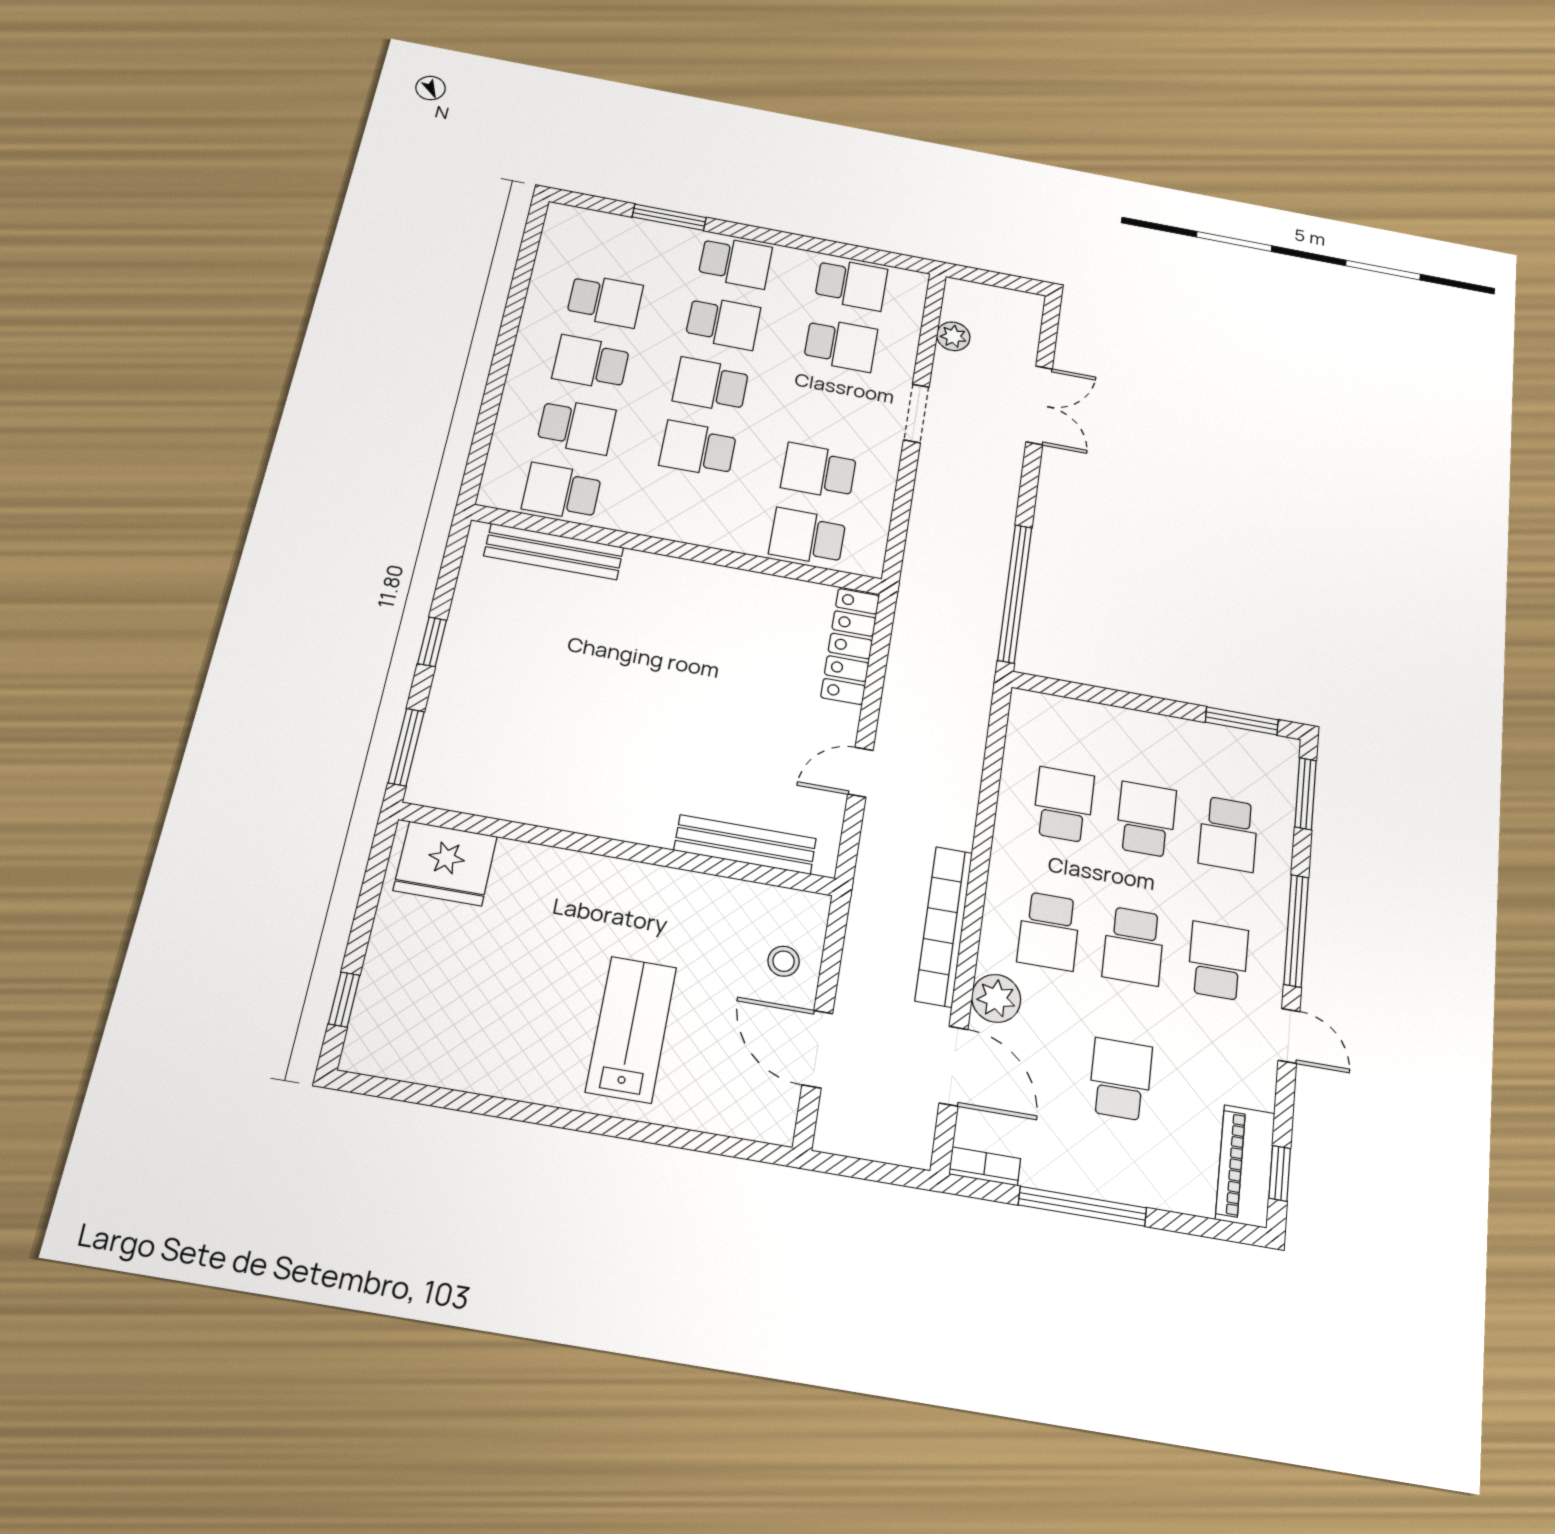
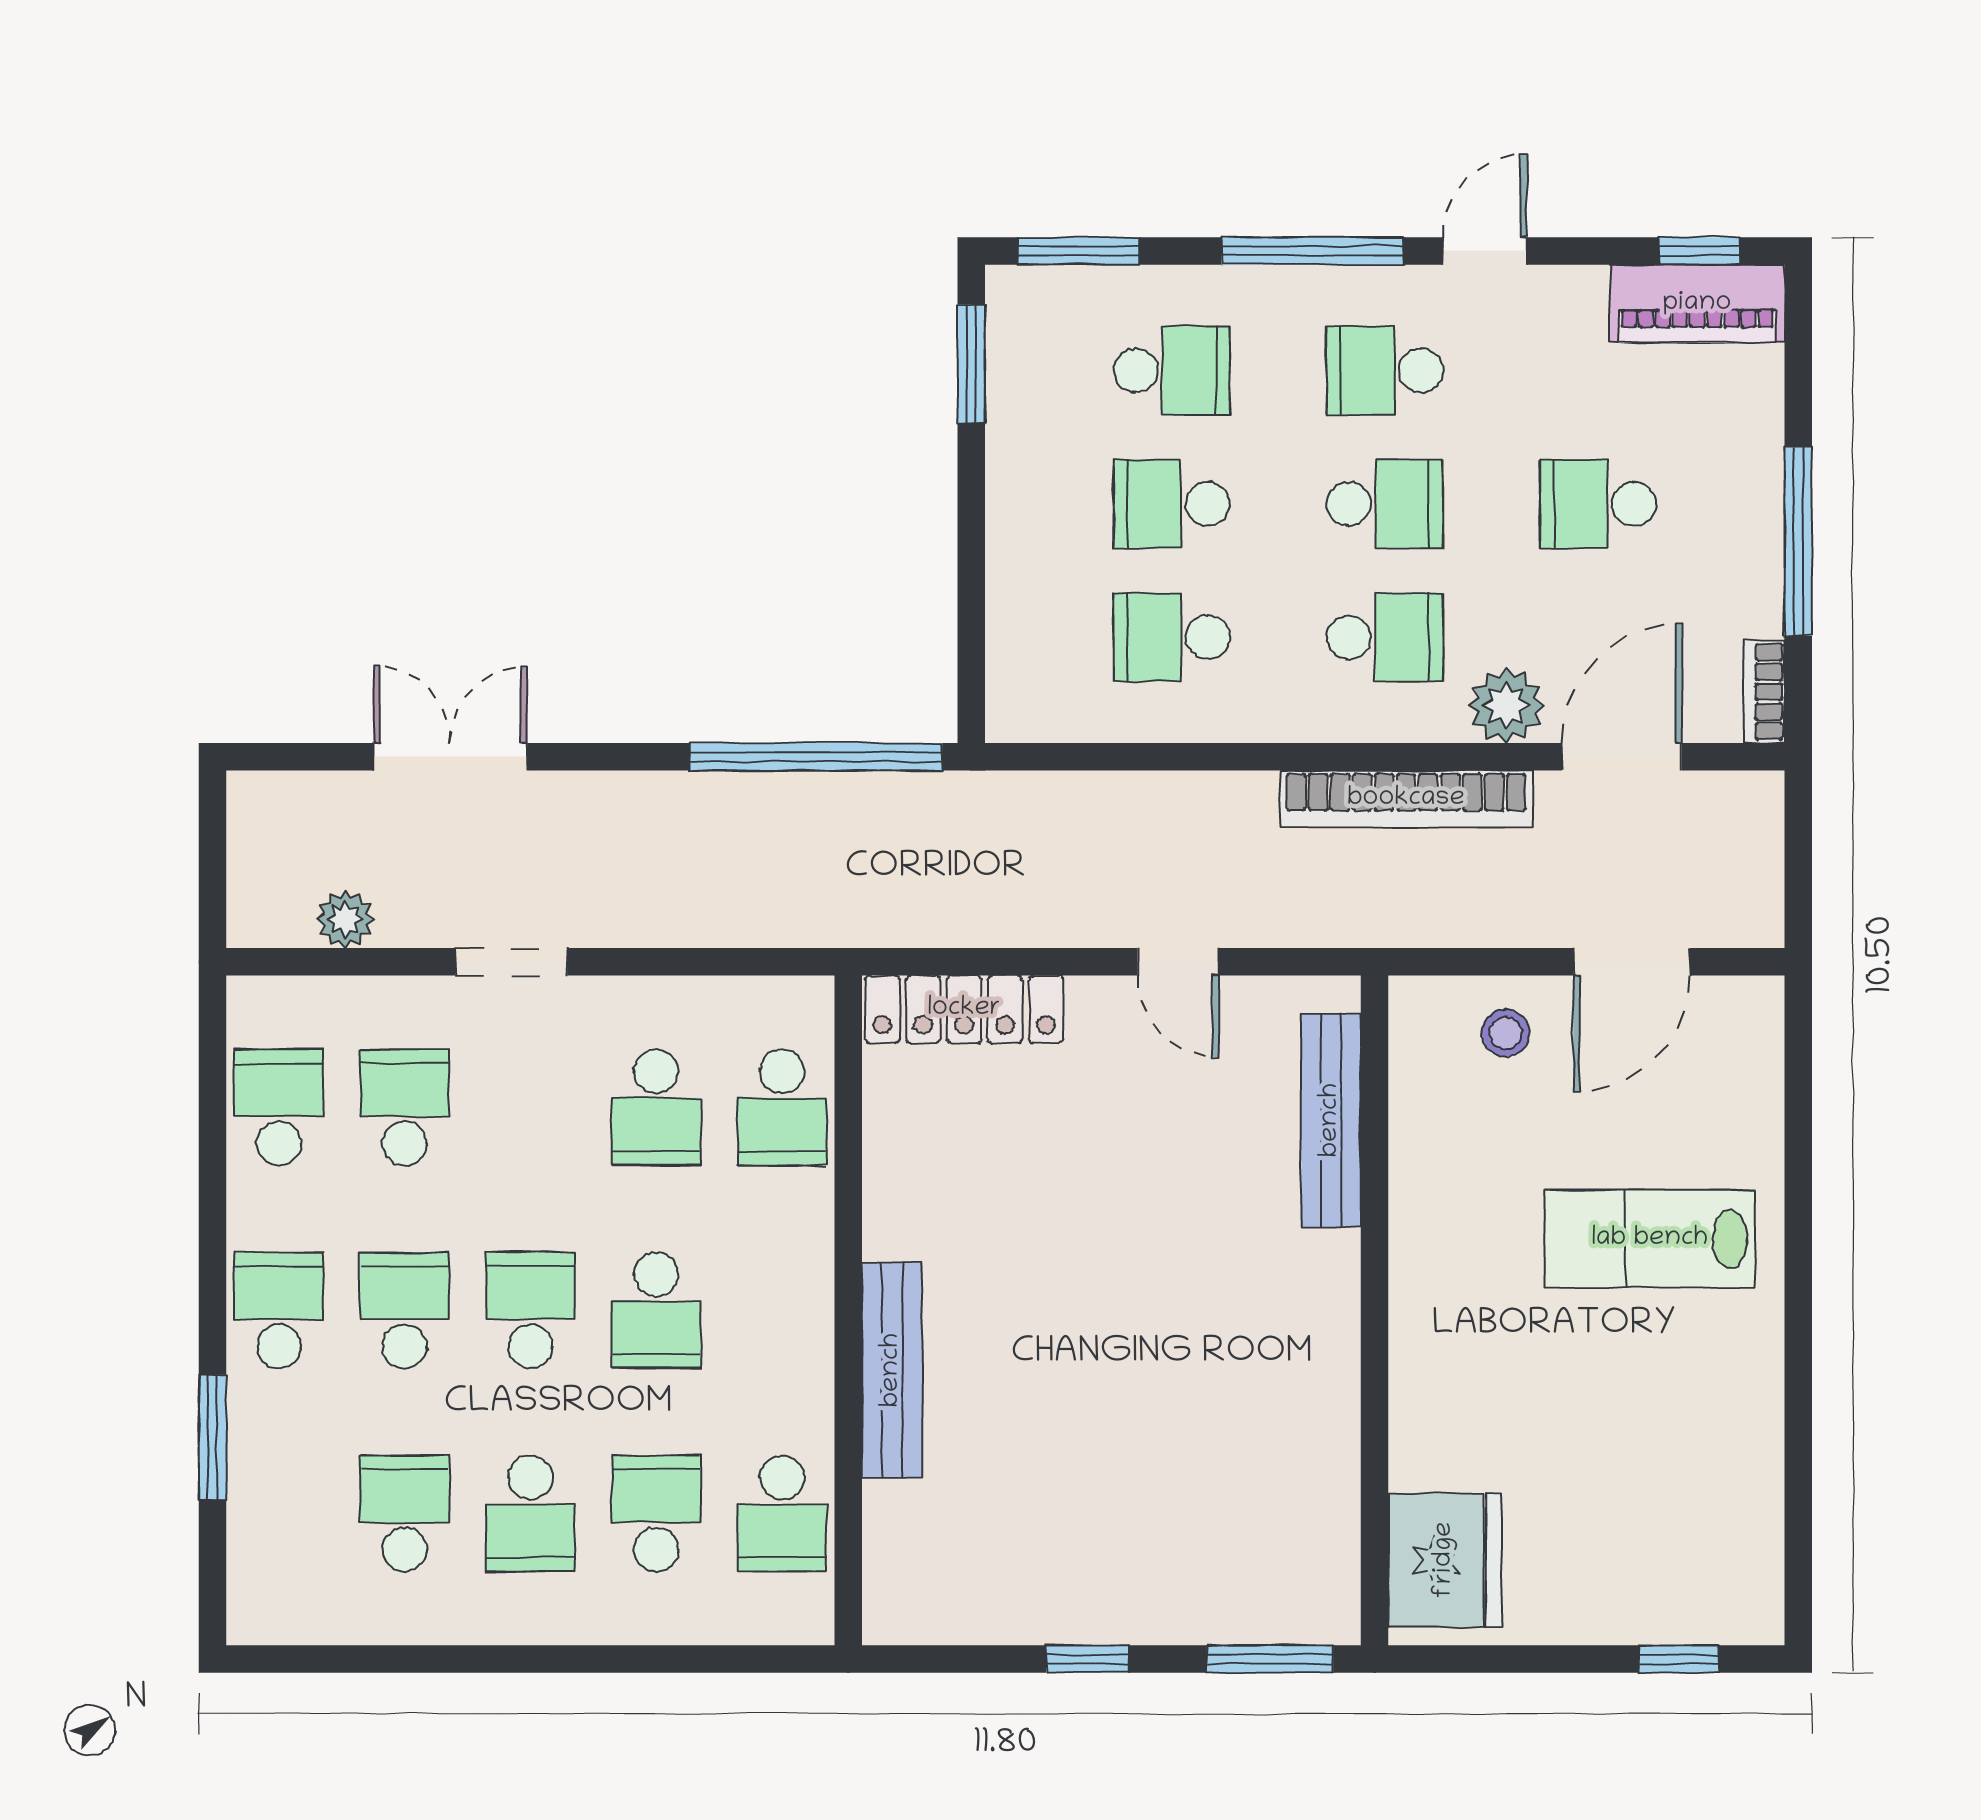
school desk: (711, 385) -> (530, 1310), turned 180
bench: (554, 551) -> (892, 1370), moved

